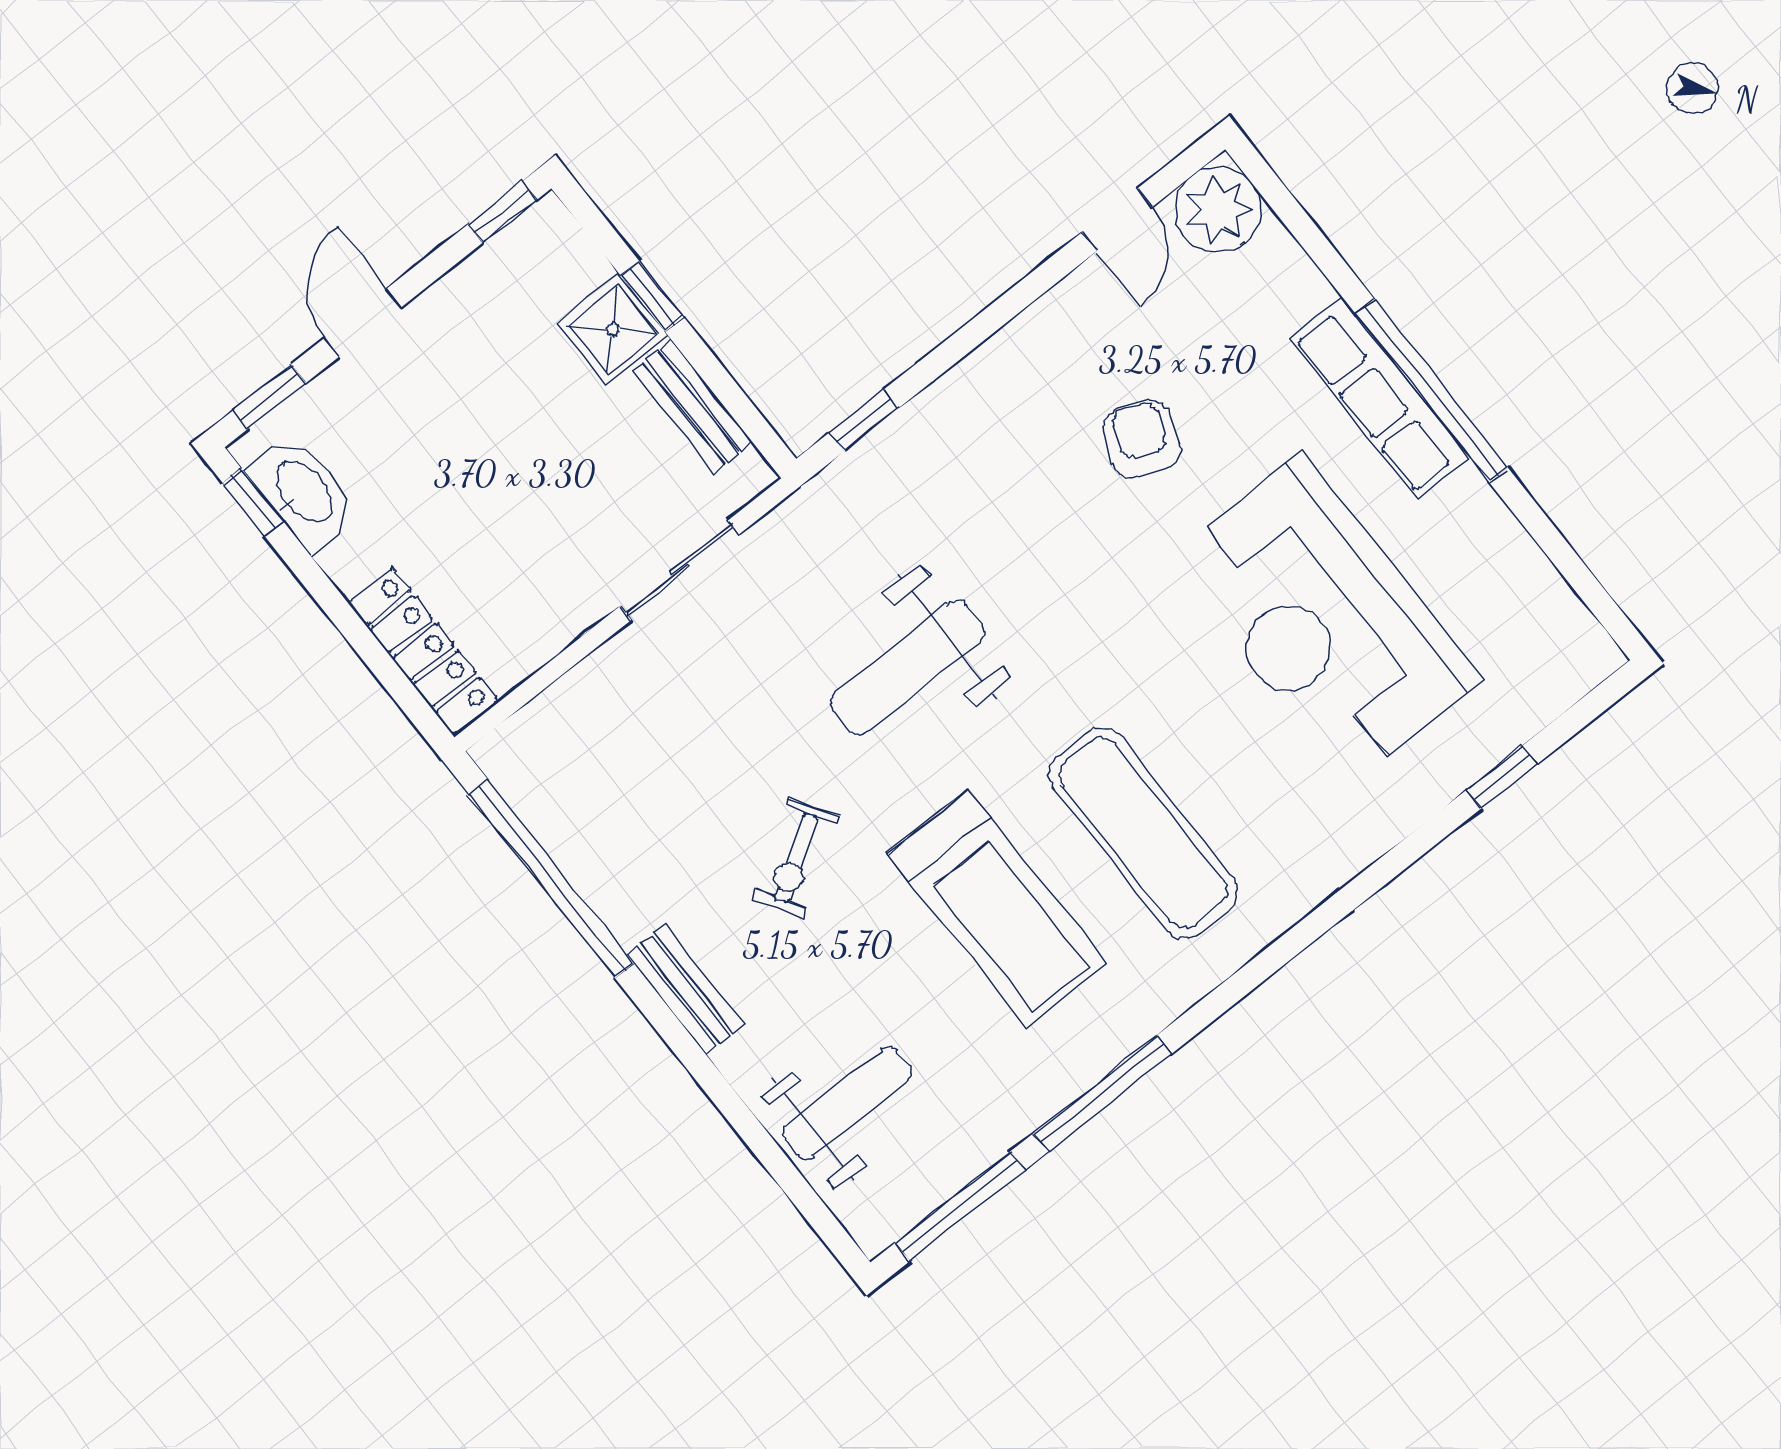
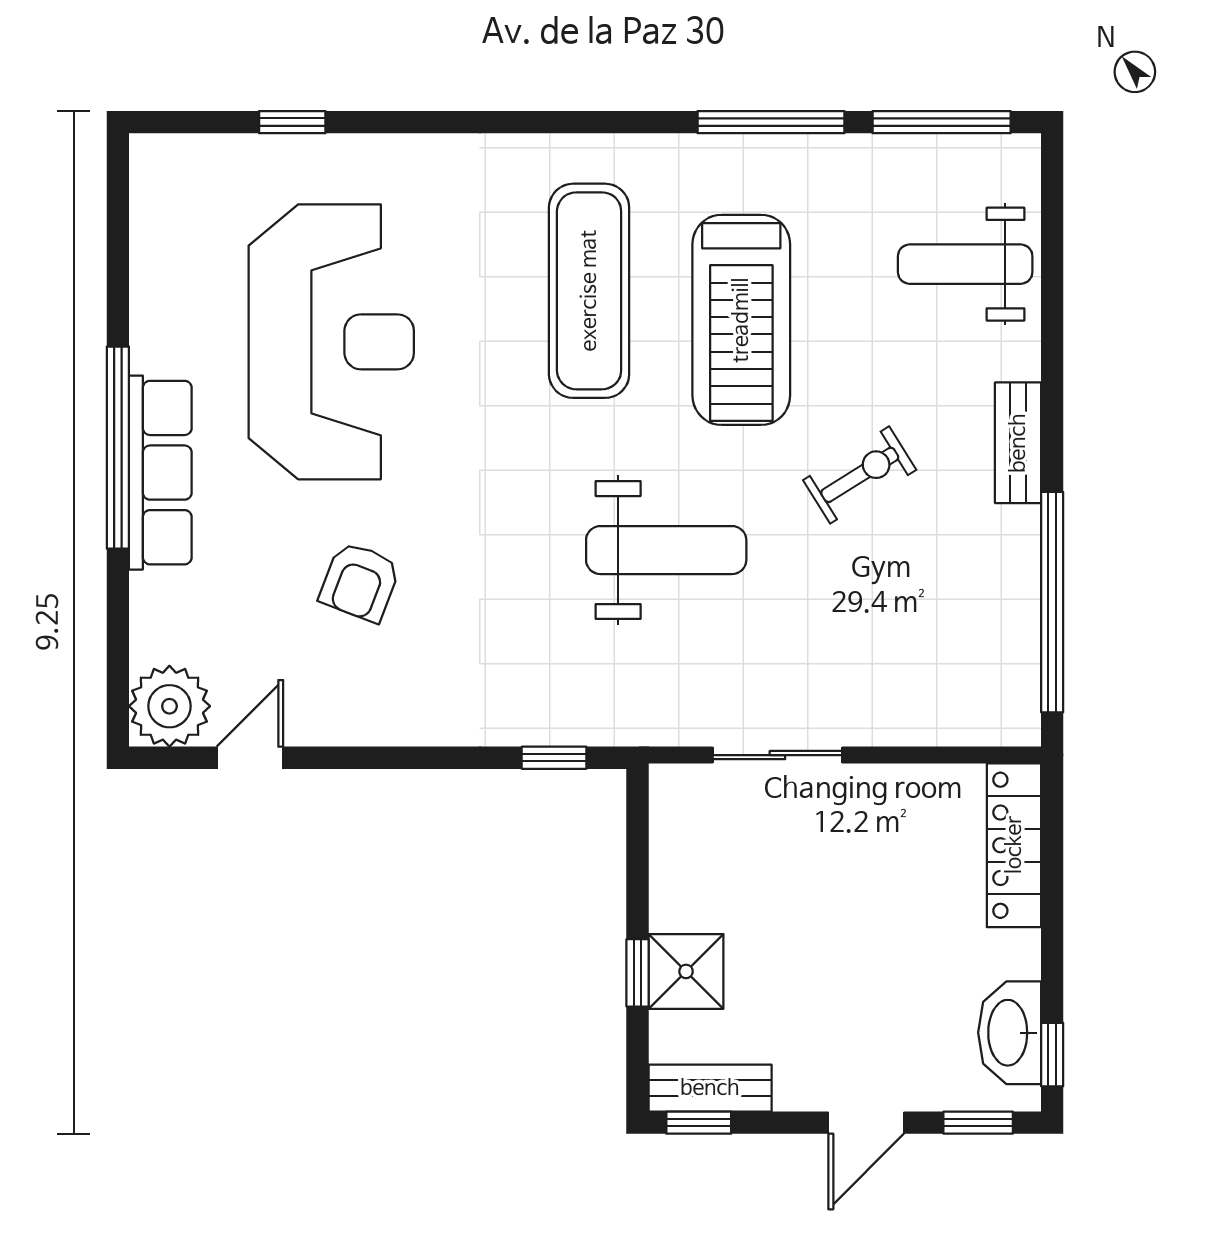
bench: (693, 407) -> (710, 1088), moved, turned 90
treadmill: (997, 909) -> (741, 320), turned 180

